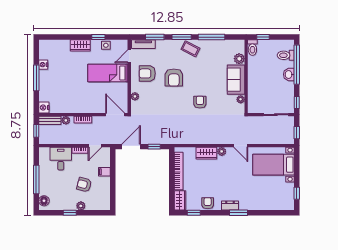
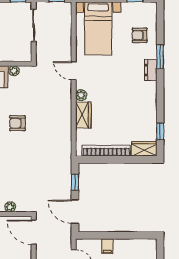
door: (115, 115) -> (34, 232), hinge flipped
door: (241, 146) -> (74, 71), swing flipped
armchair: (208, 203) -> (140, 35), moved
dresser: (230, 206) -> (151, 70), moved
window: (239, 213) -> (160, 57), moved

